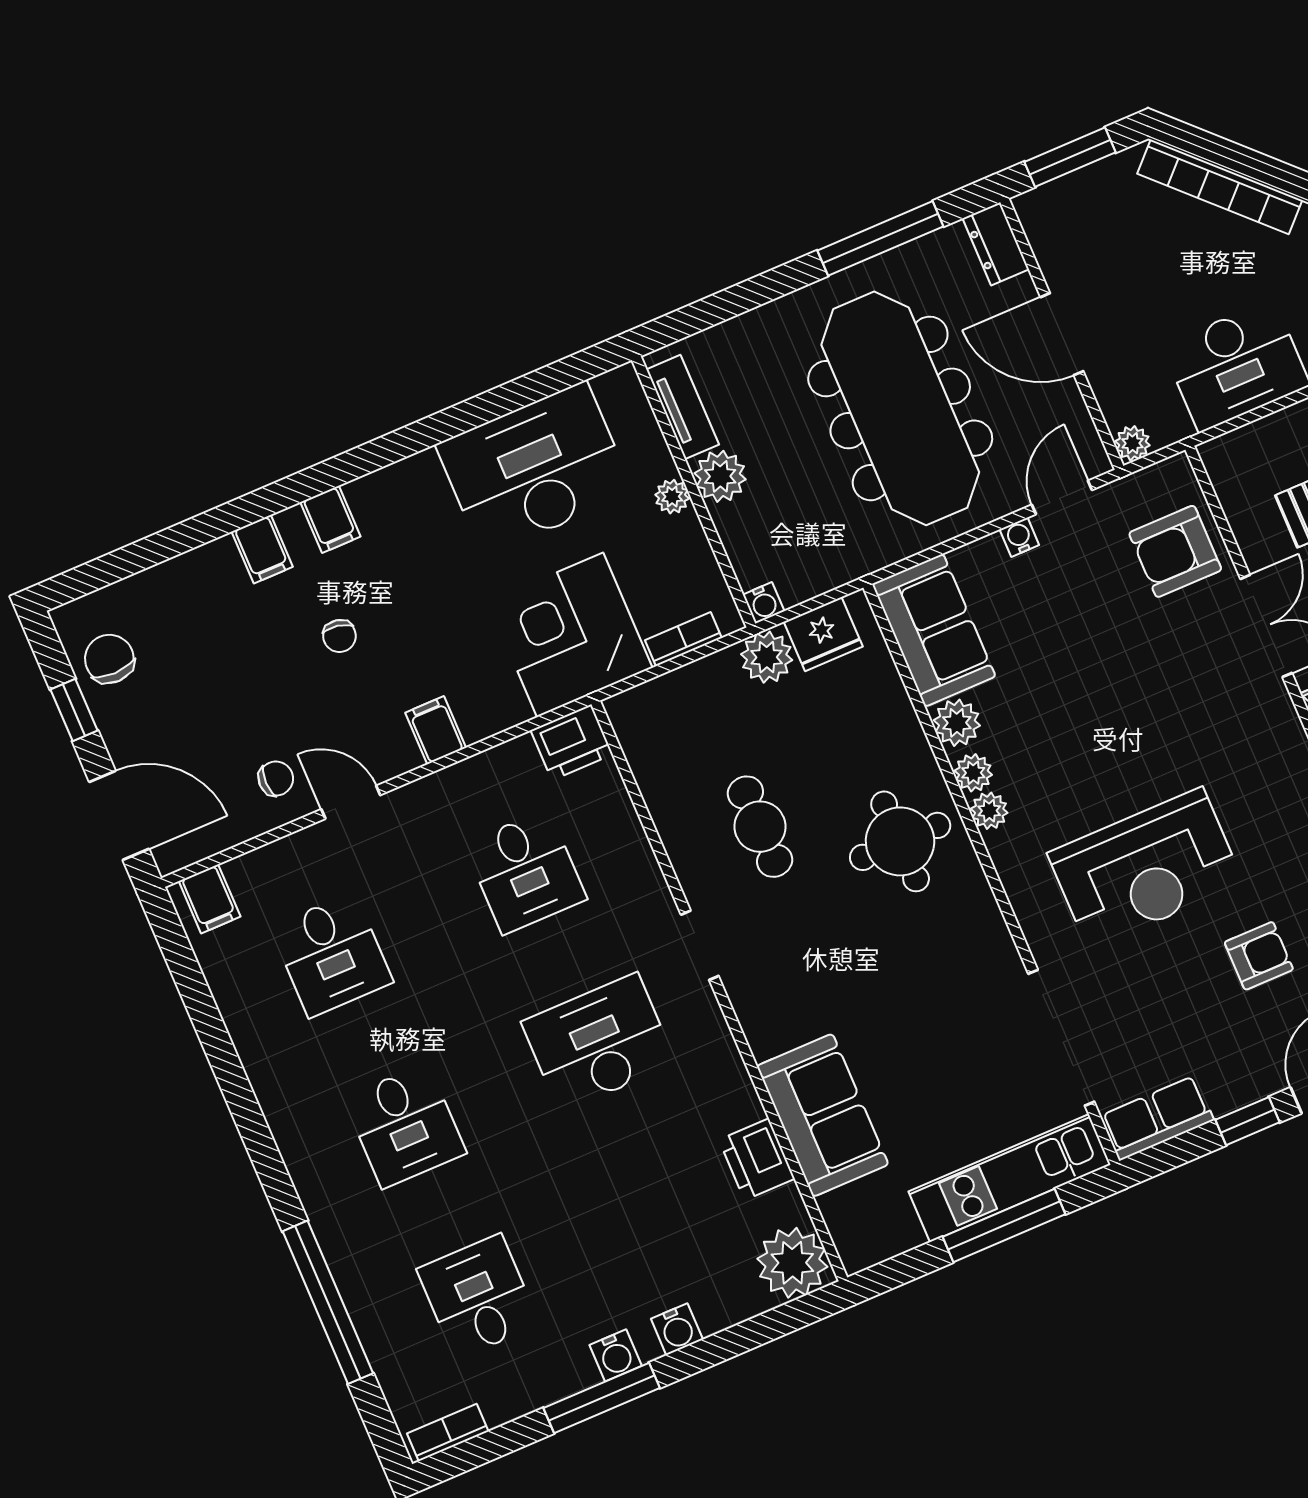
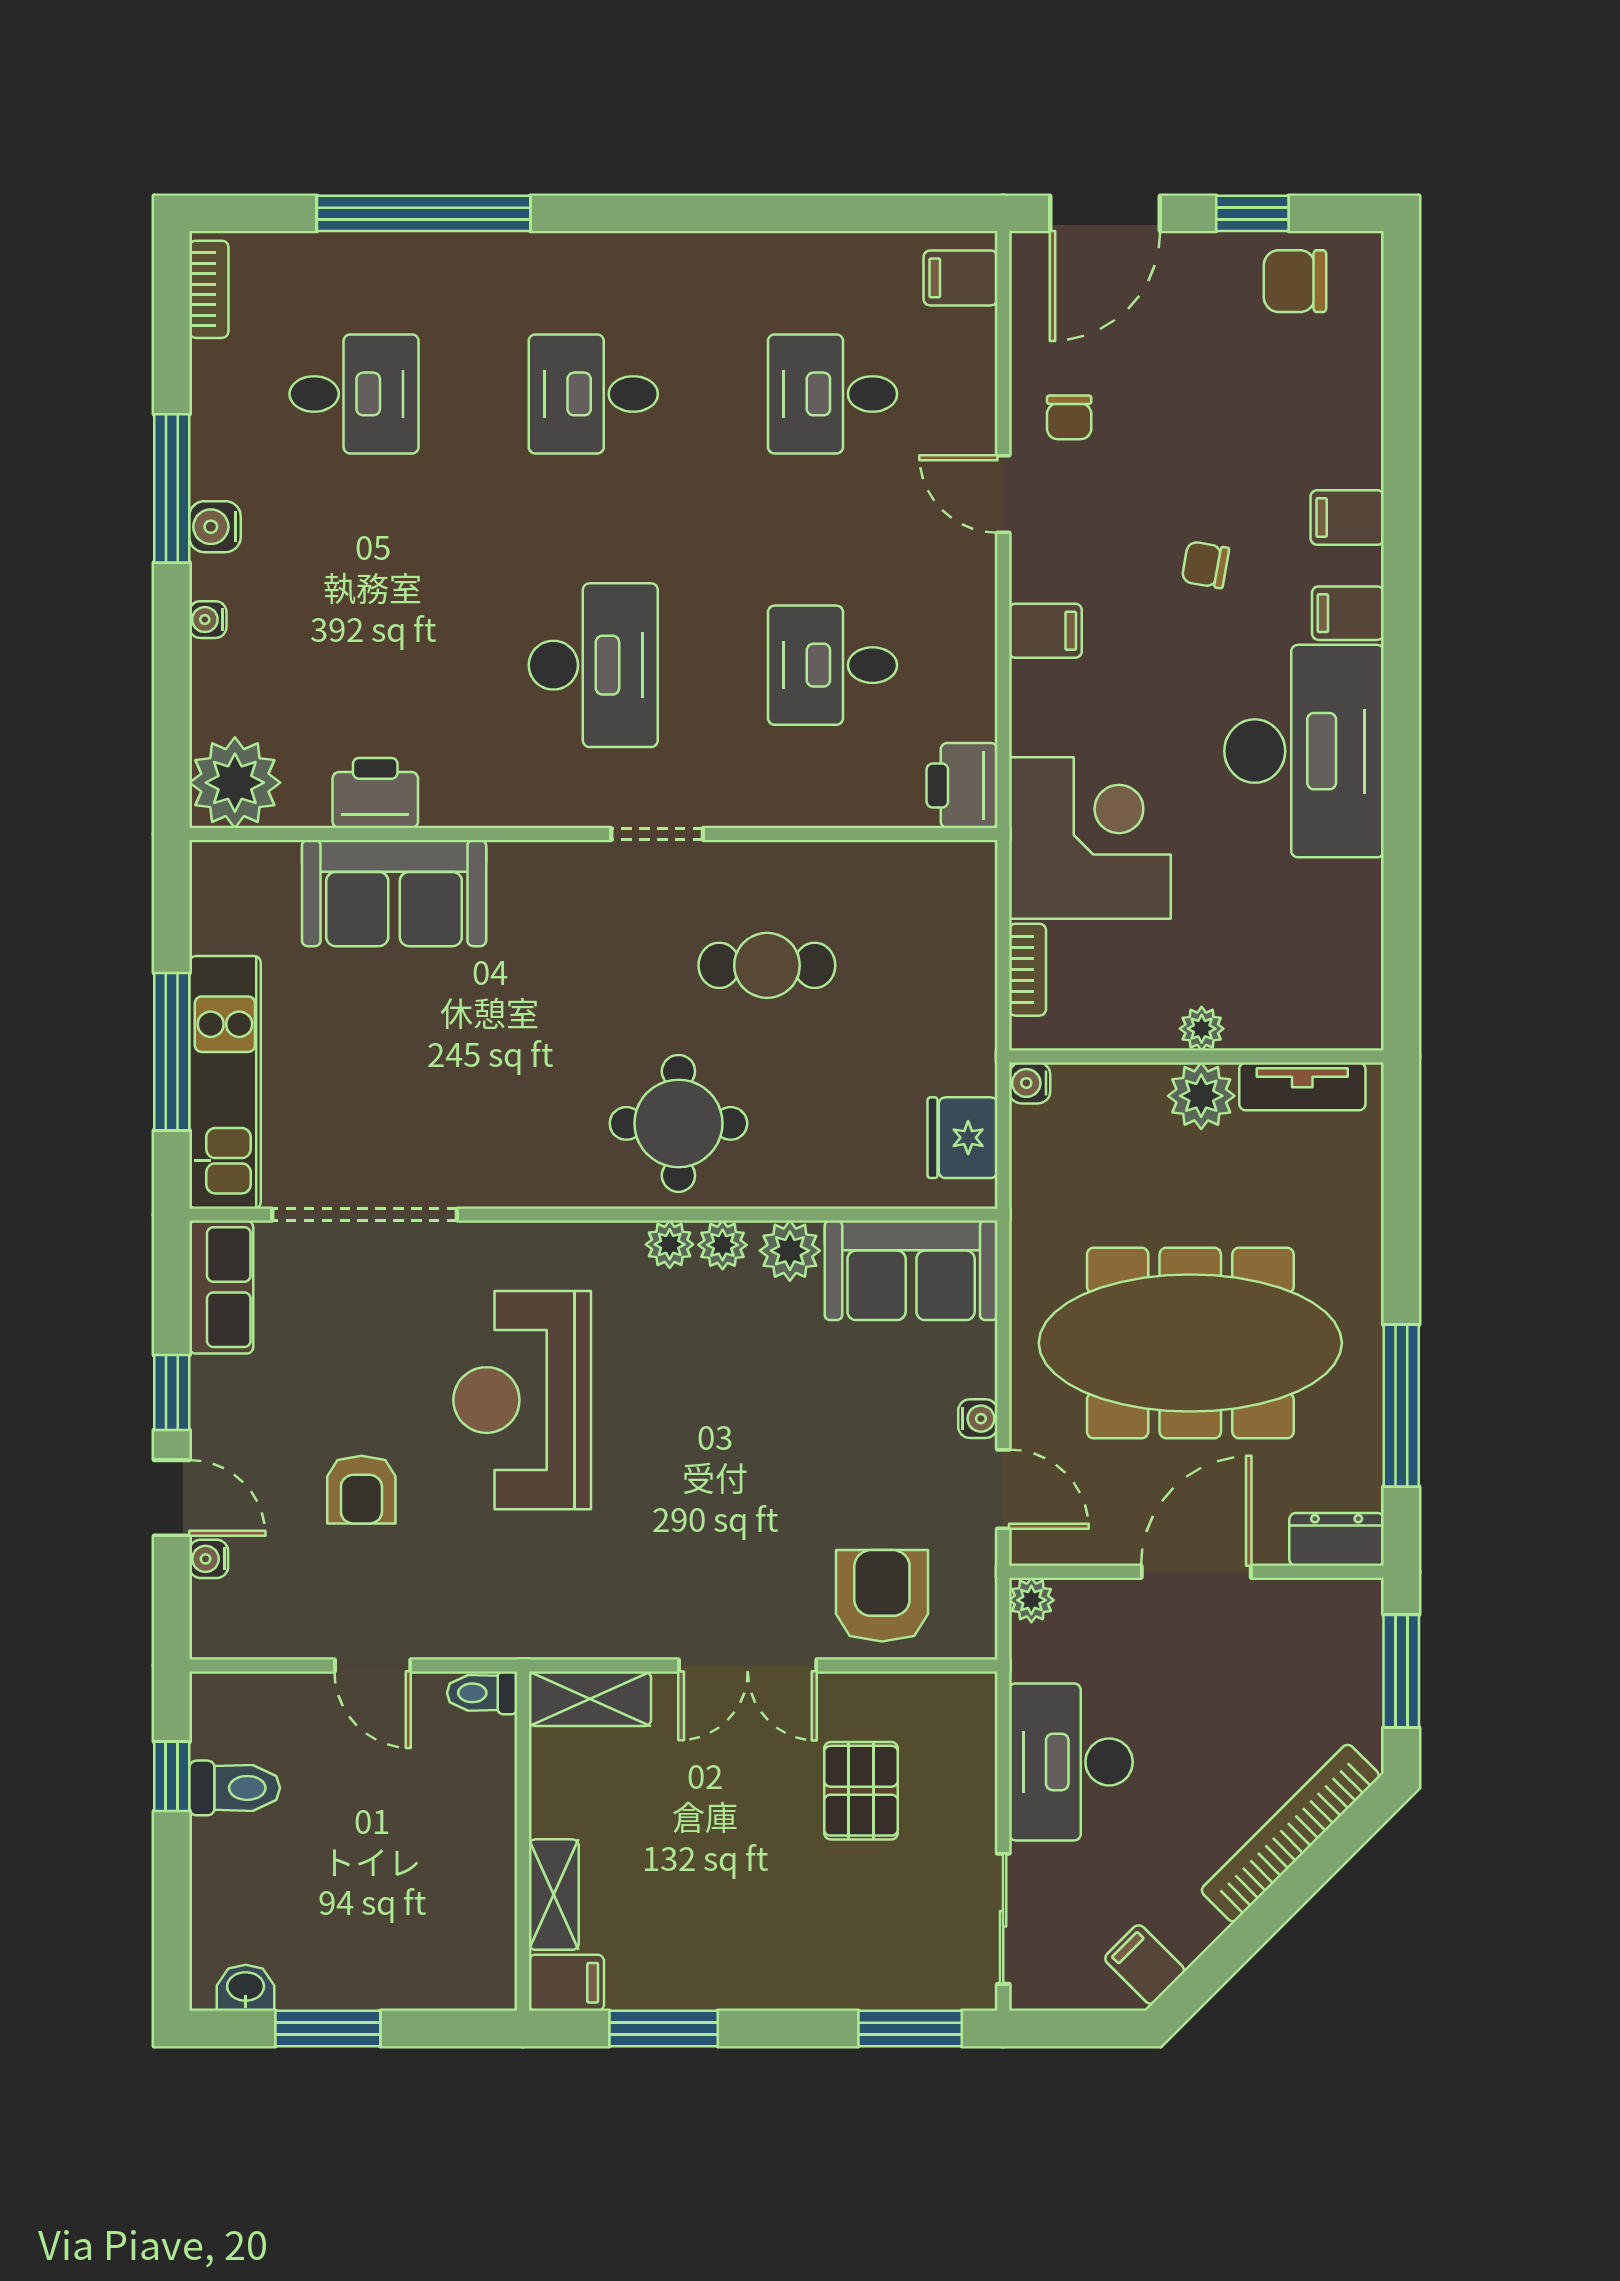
desk: (535, 469) -> (1304, 751), moved
plant: (767, 657) -> (964, 1059), removed
chair: (109, 659) -> (1295, 281), turned 180
door: (351, 802) -> (1003, 494), swing flipped
water cooler: (677, 1329) -> (208, 620), width x0.72, depth x0.72

